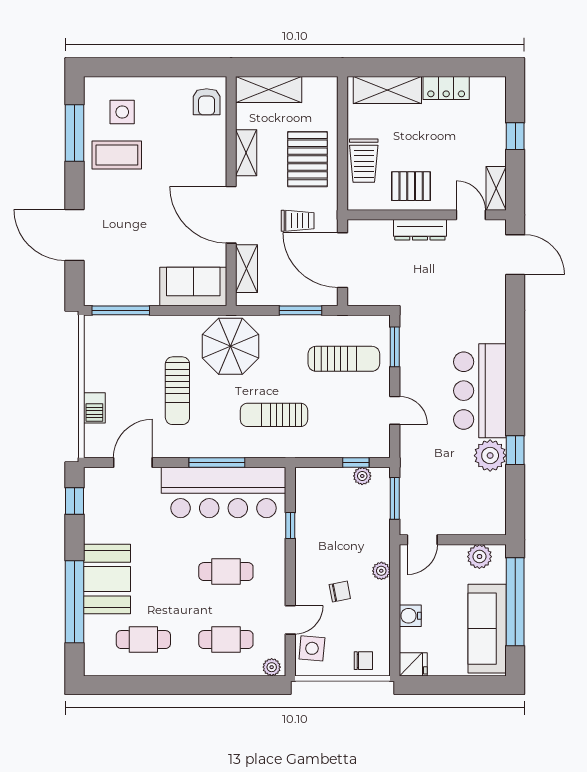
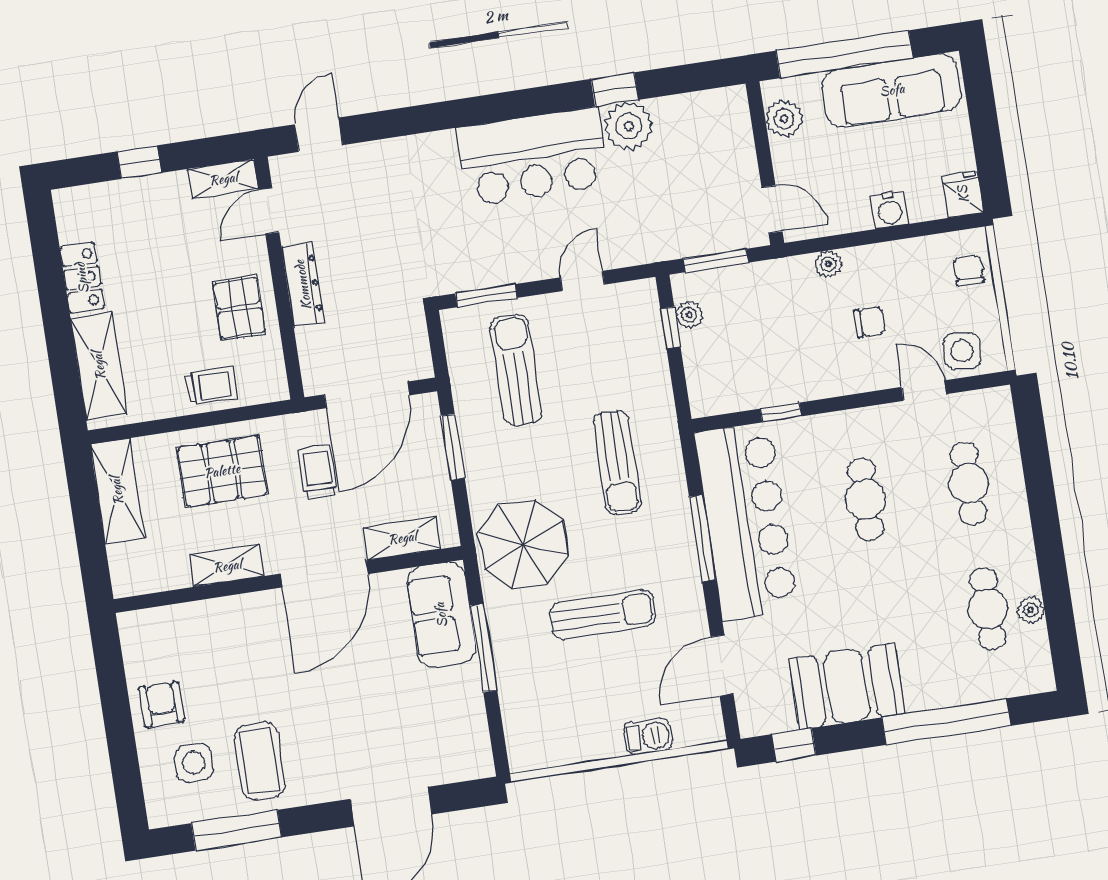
shelving: (269, 90) -> (117, 491), moved
armchair: (207, 102) -> (162, 704), moved, turned -90
trolley: (364, 161) -> (211, 386), width x0.73, depth x0.72
door: (515, 255) -> (319, 135), width x0.73
window: (121, 310) -> (484, 648), moved
door: (133, 463) -> (722, 665), hinge flipped
booth: (107, 579) -> (847, 686), moved
chair: (340, 592) -> (870, 322), turned 101
plant: (272, 667) -> (1031, 610), moved

